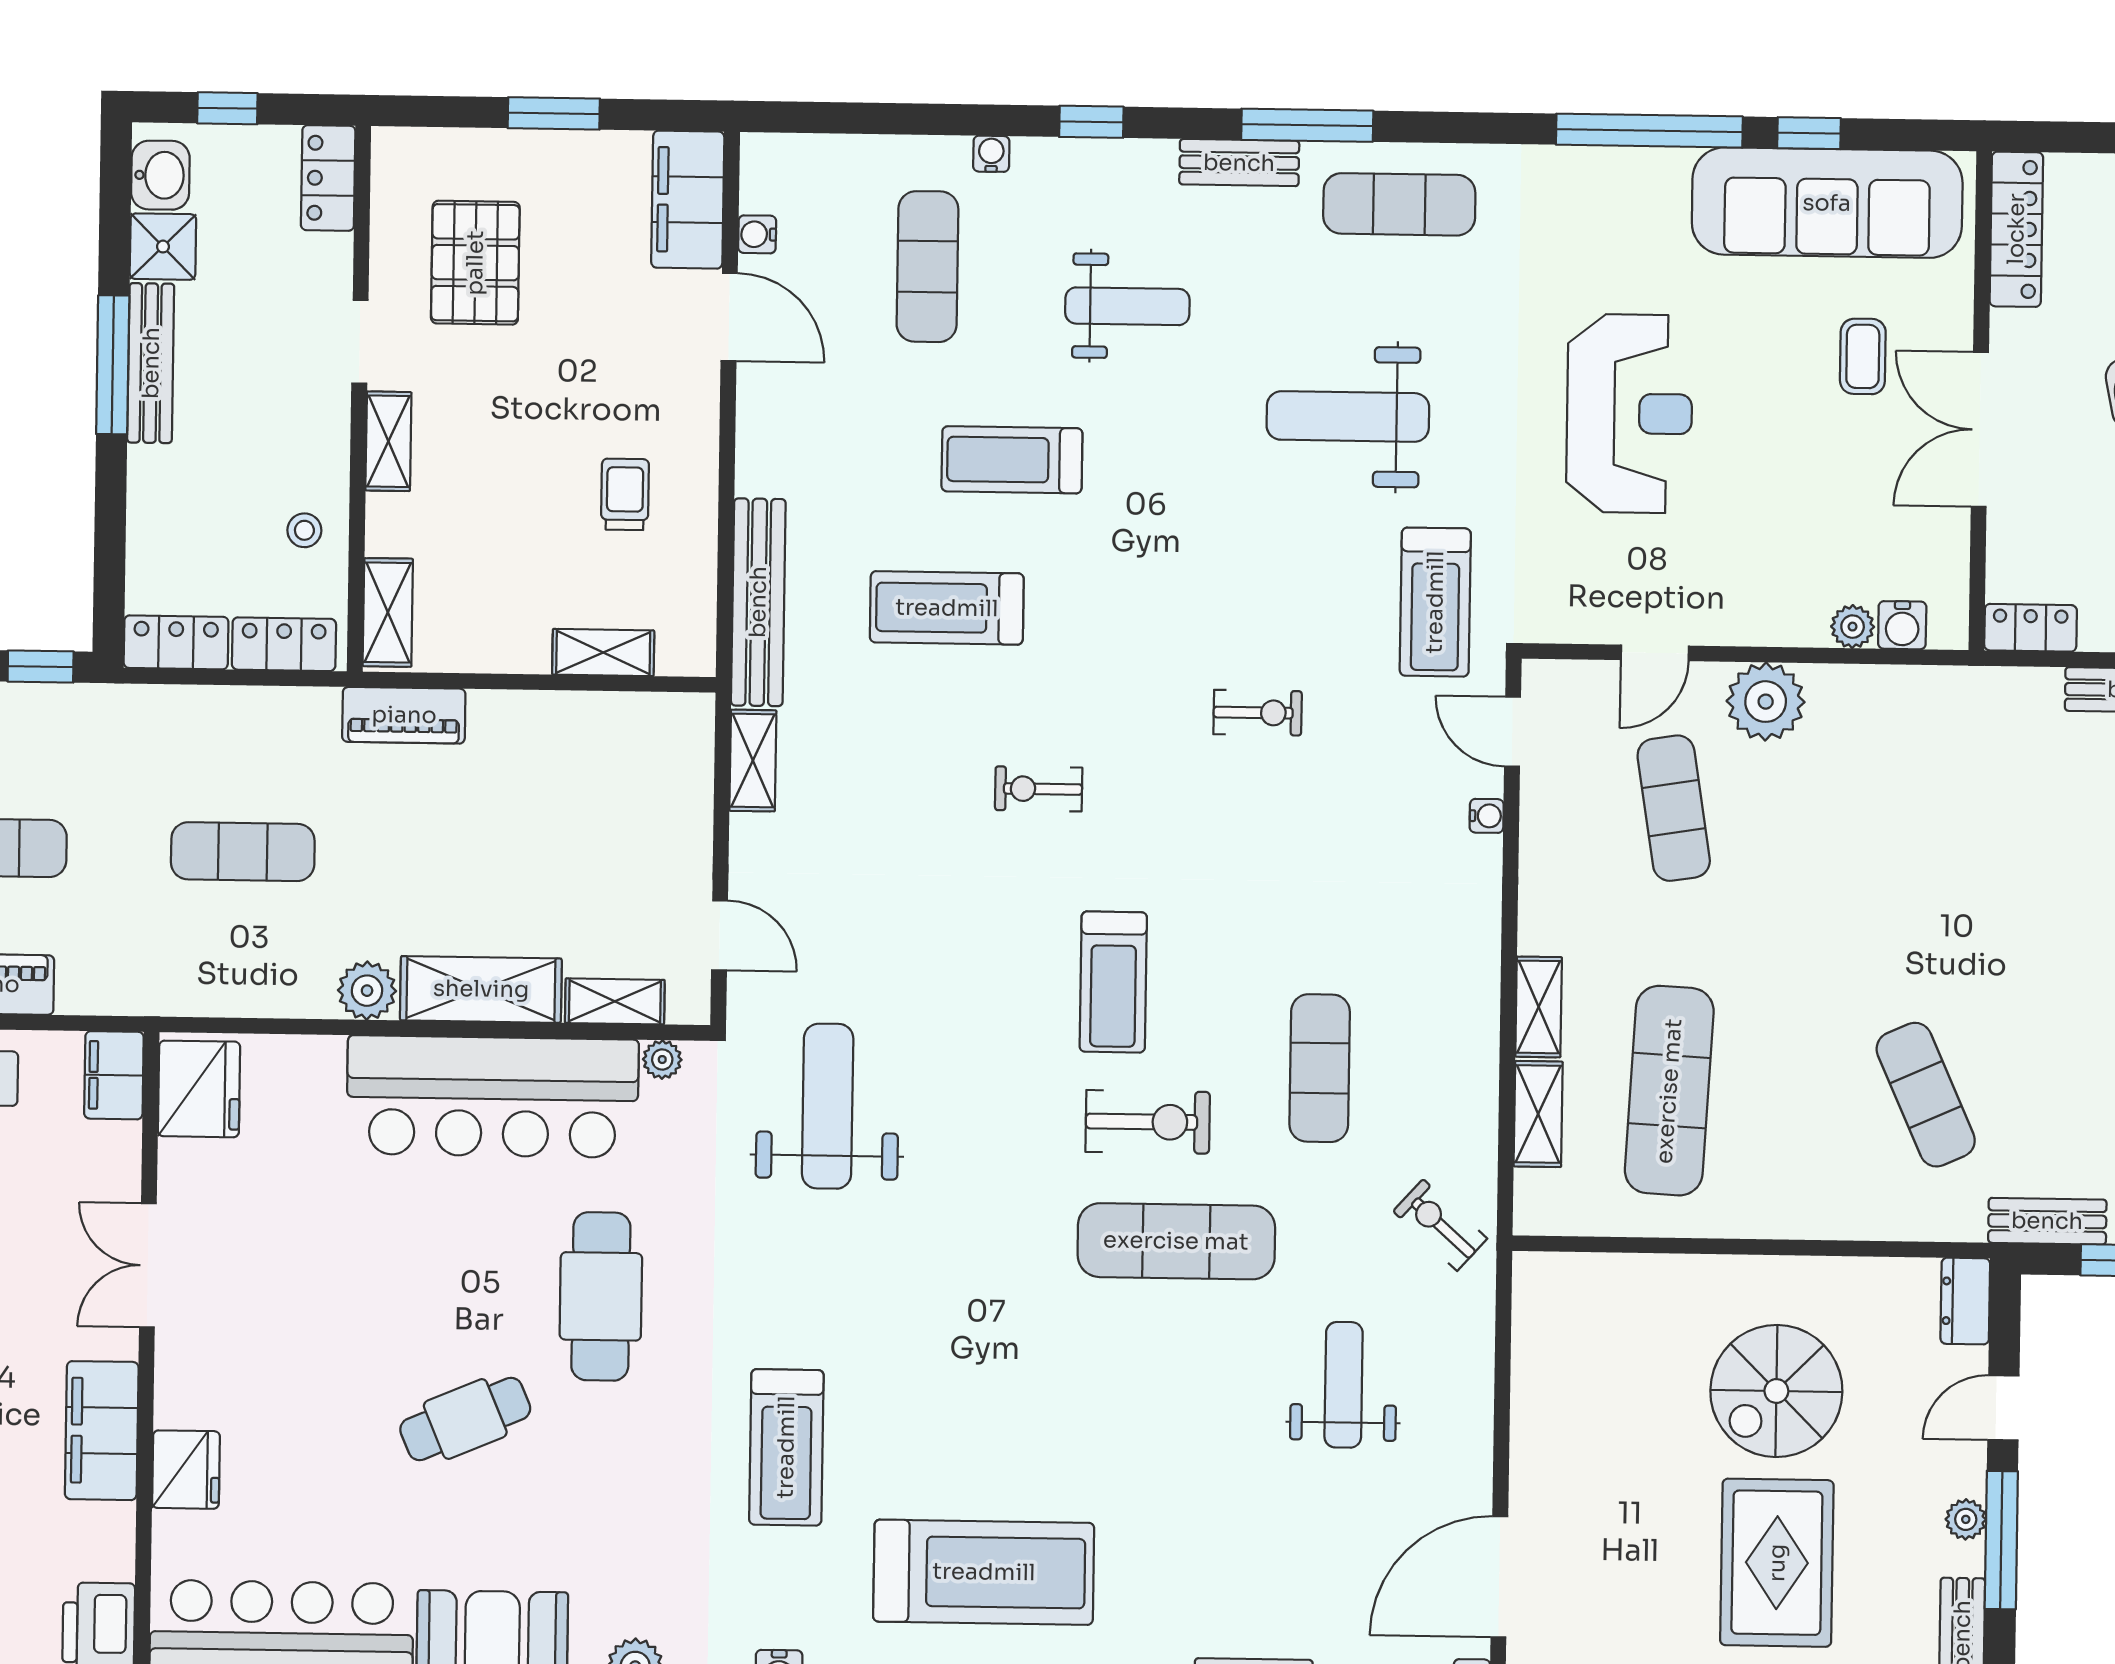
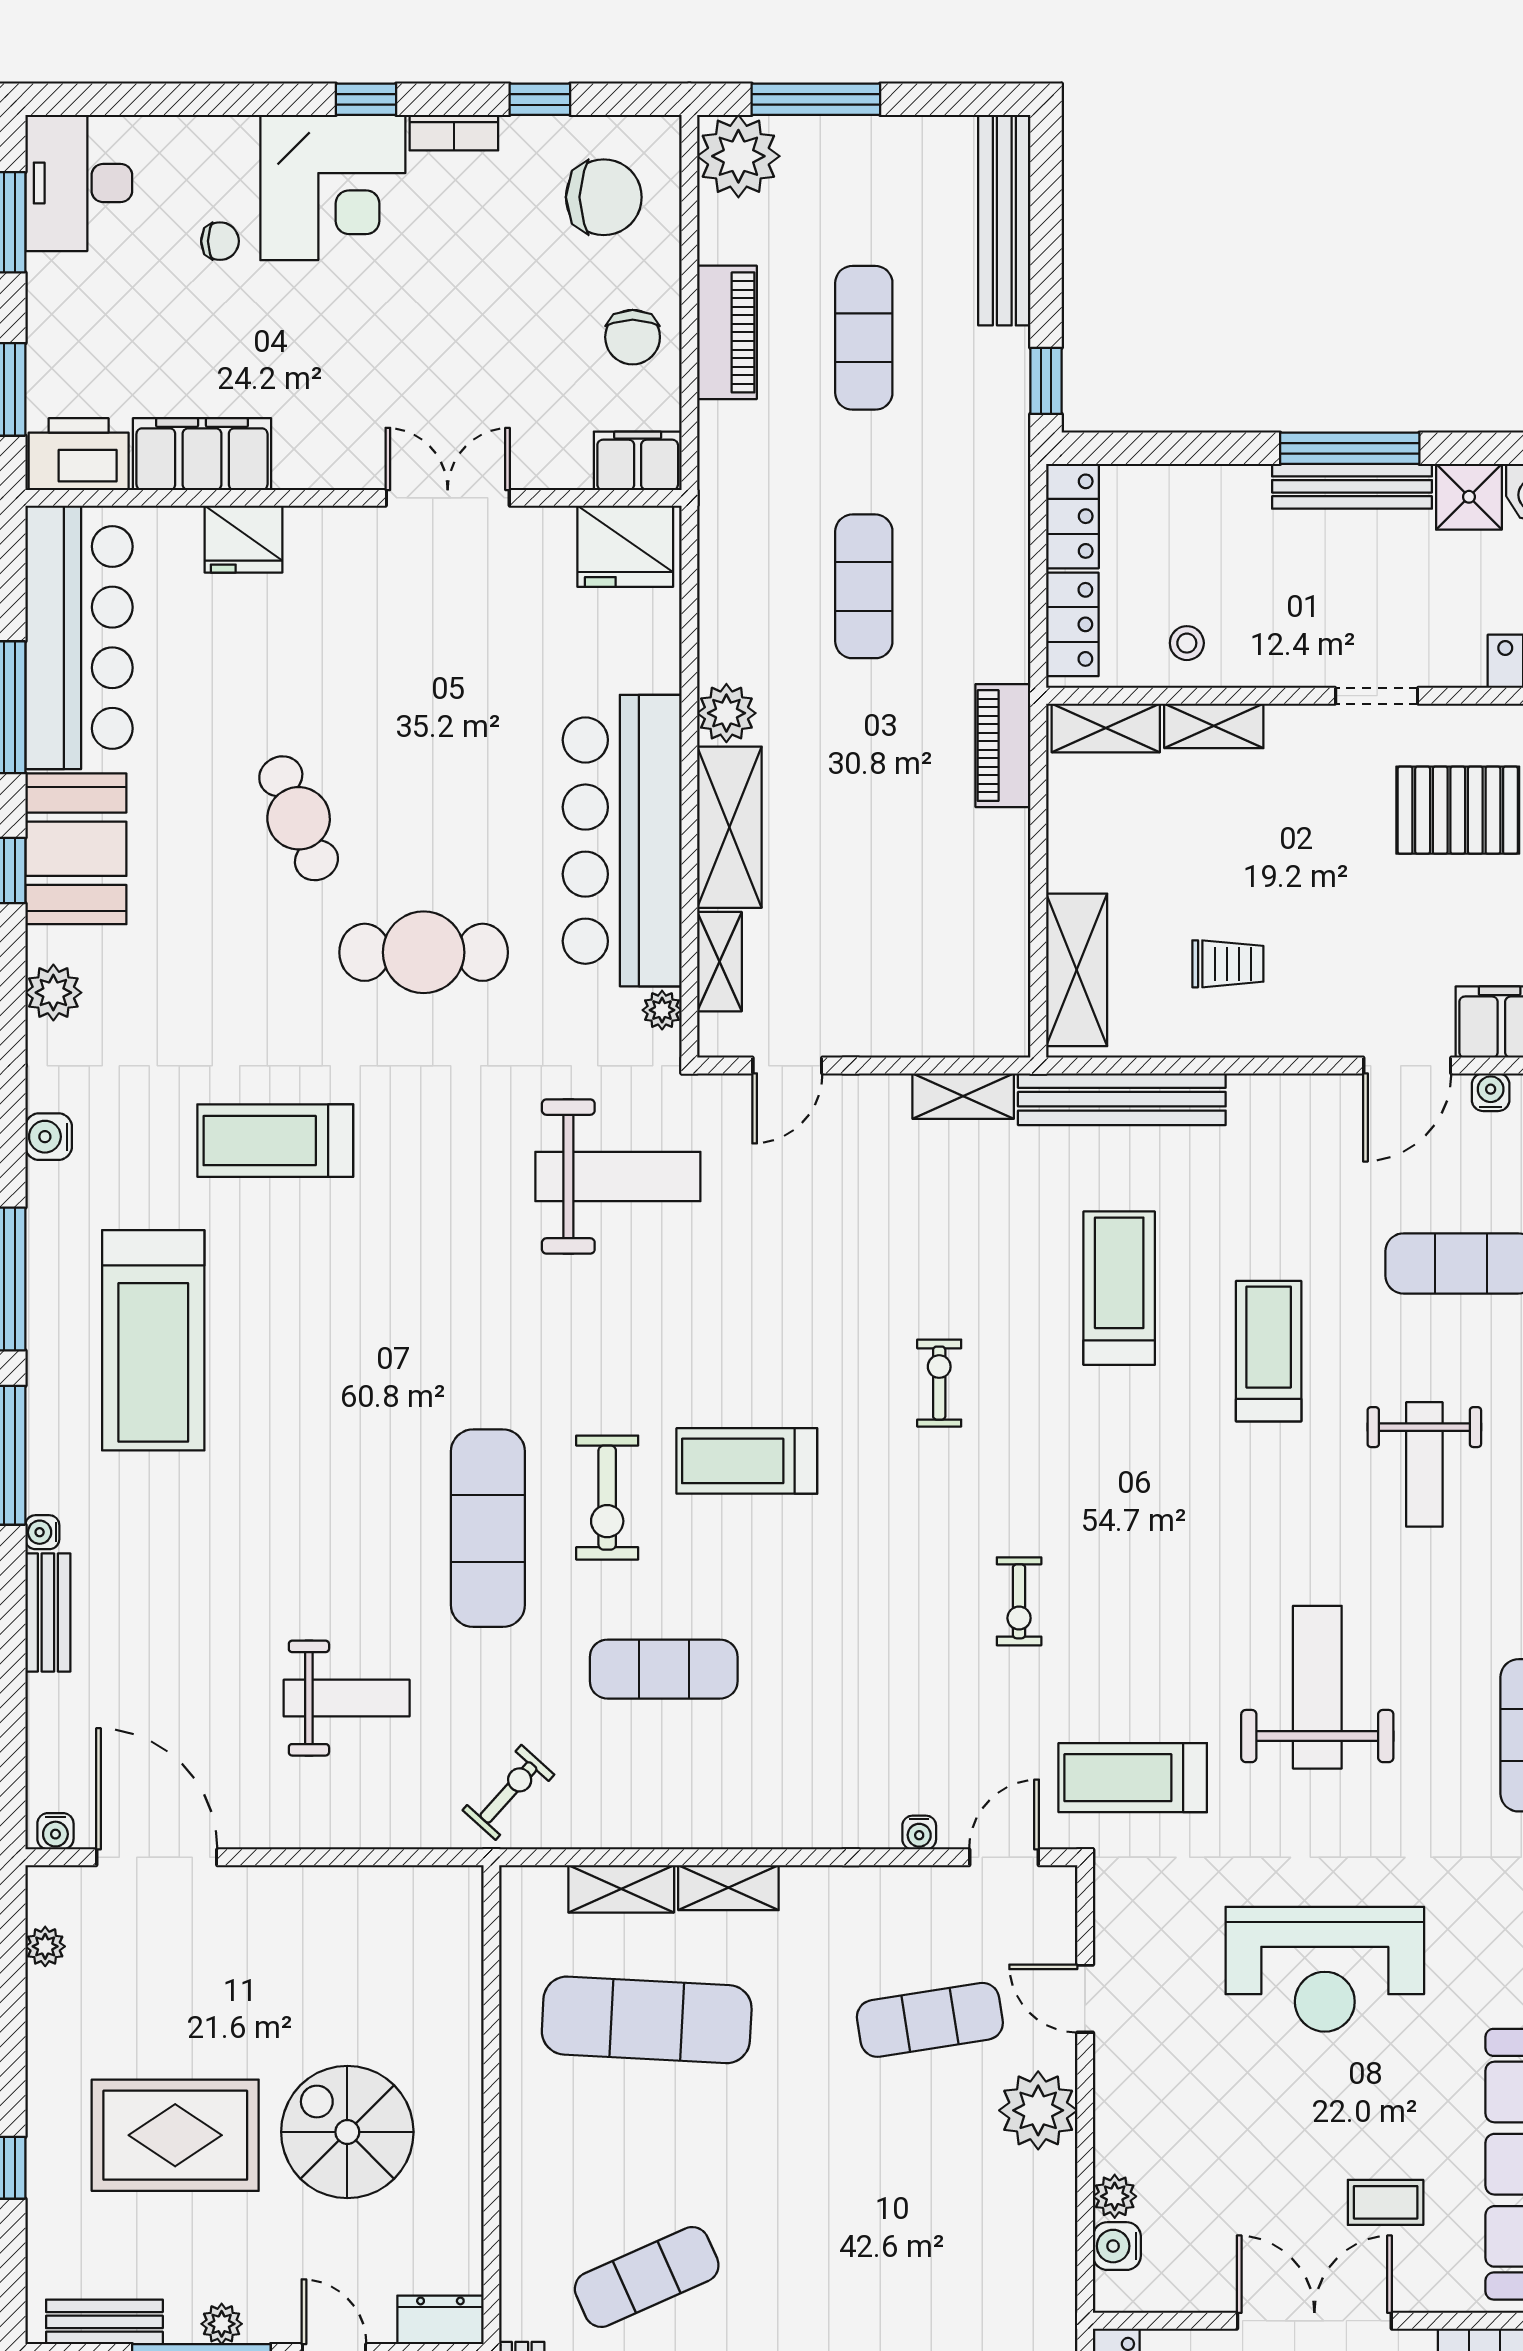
shelving: (388, 441) -> (1214, 726), moved
shelving: (603, 653) -> (1077, 970), width x1.50, depth x1.33
filing cabinet: (102, 1431) -> (202, 454), moved

